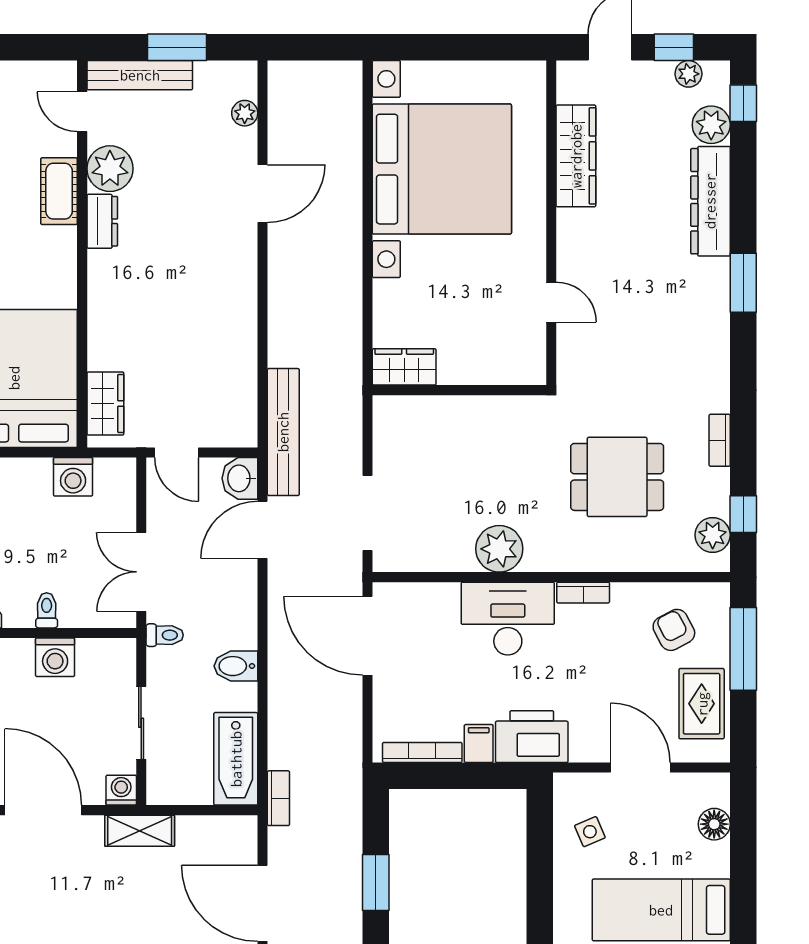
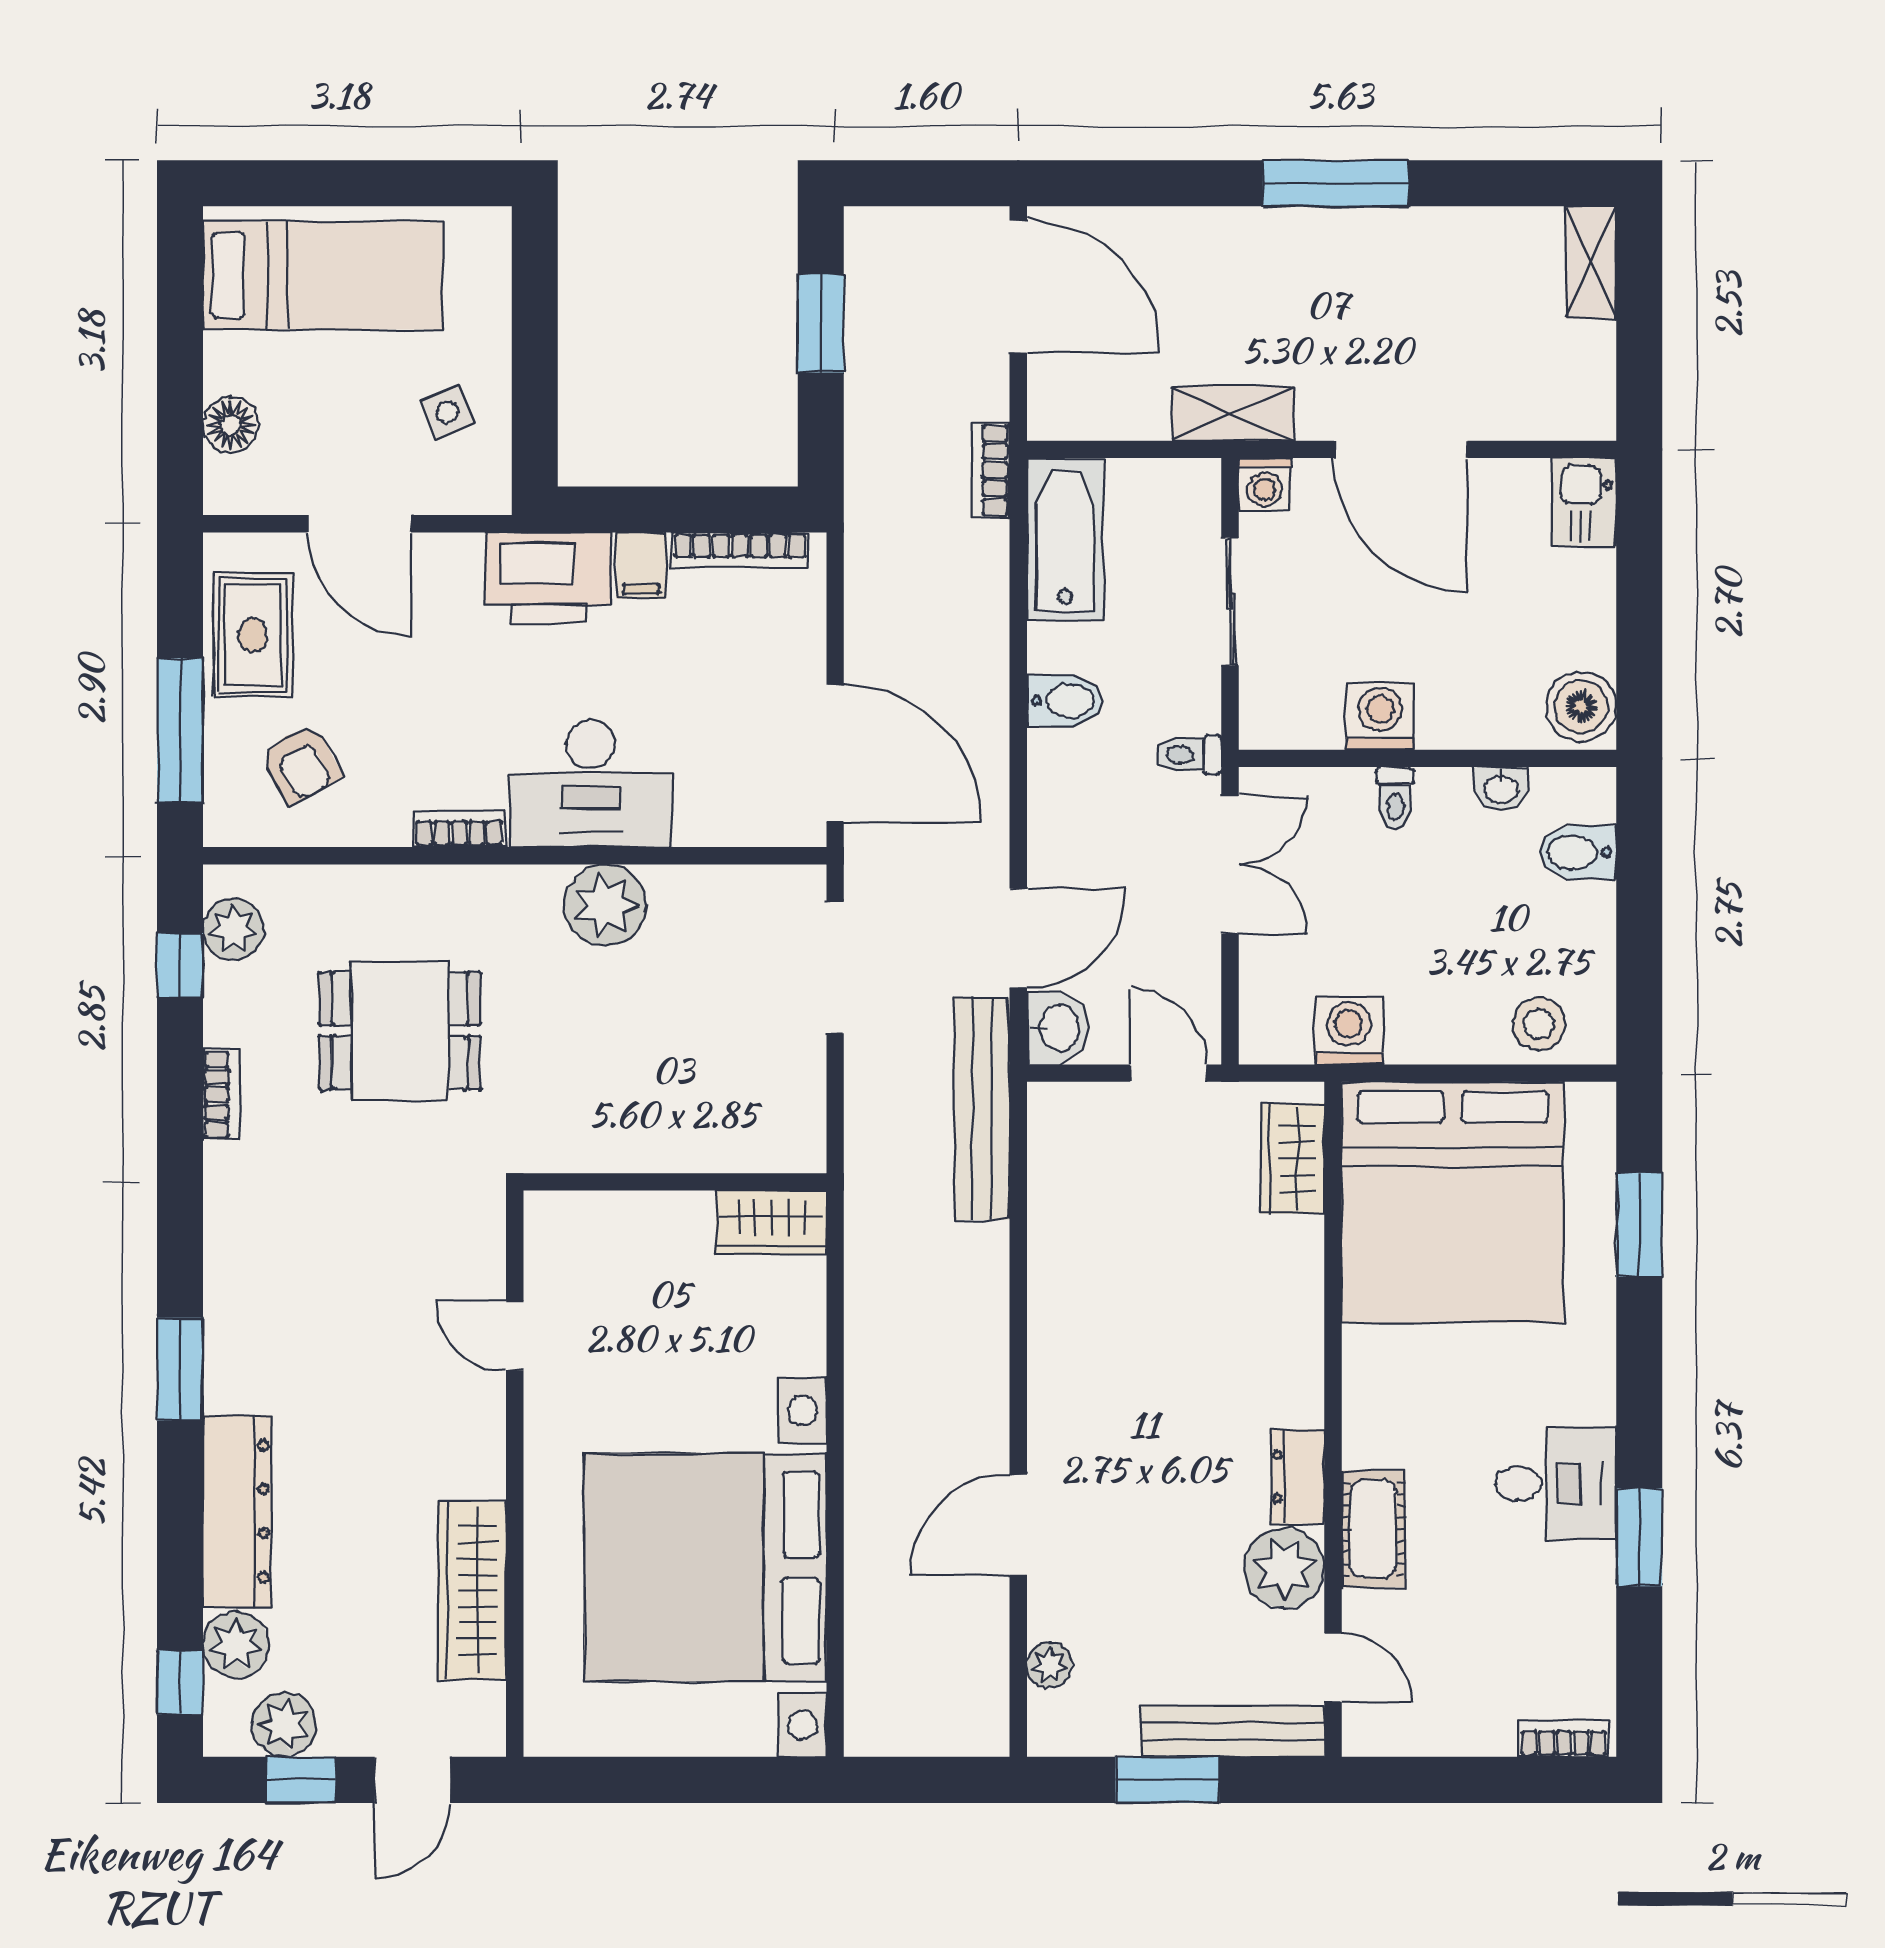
plant: (688, 74) -> (284, 1725), width x1.38, depth x1.38

